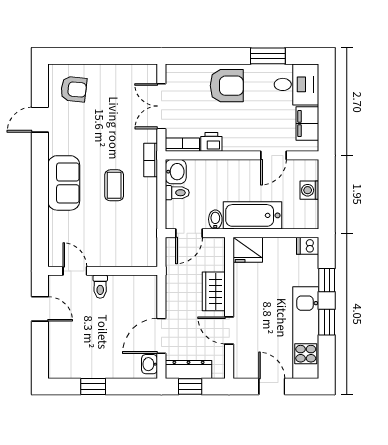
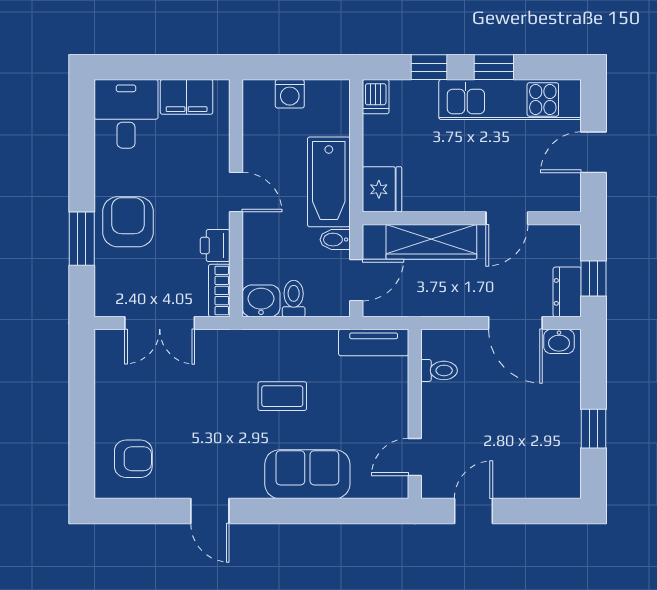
window: (268, 56) -> (82, 239), moved
armchair: (74, 89) -> (133, 459), turned 84
door: (40, 120) -> (210, 511), moved
door: (273, 155) -> (236, 192), moved
bookcase: (151, 160) -> (243, 340), removed
sofa: (64, 183) -> (307, 474), moved
door: (189, 233) -> (356, 280), hinge flipped
tv unit: (149, 244) -> (374, 343), added
toilet: (100, 287) -> (439, 370), moved
wardrobe: (214, 291) -> (431, 242), width x1.50
dresser: (189, 369) -> (567, 292), width x0.70

